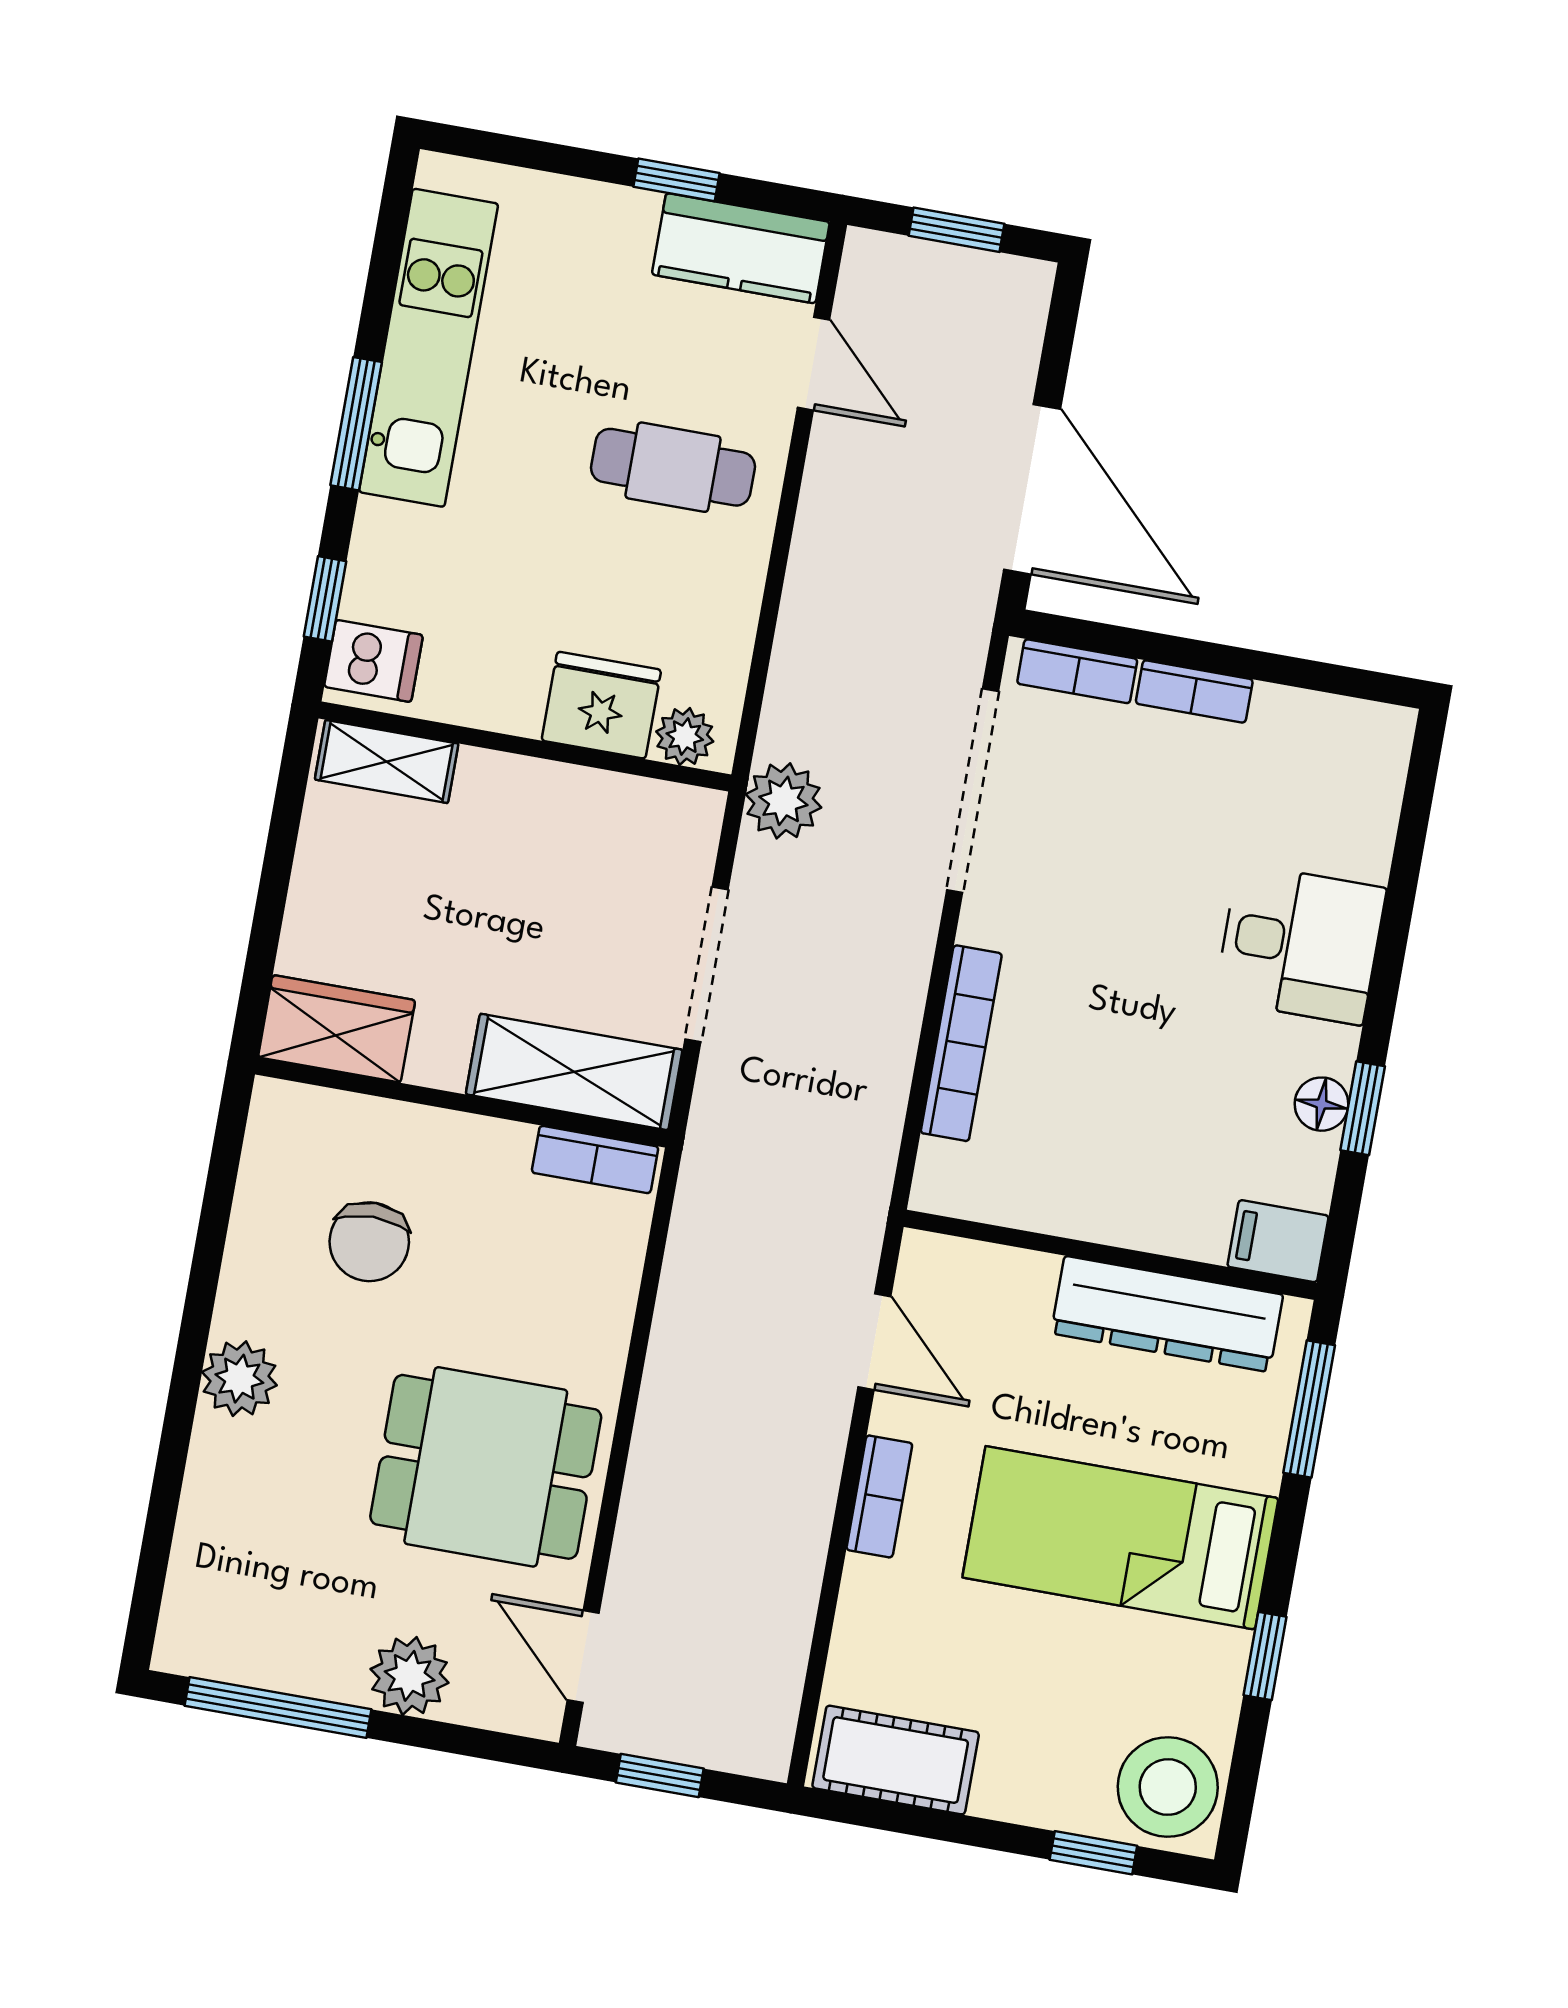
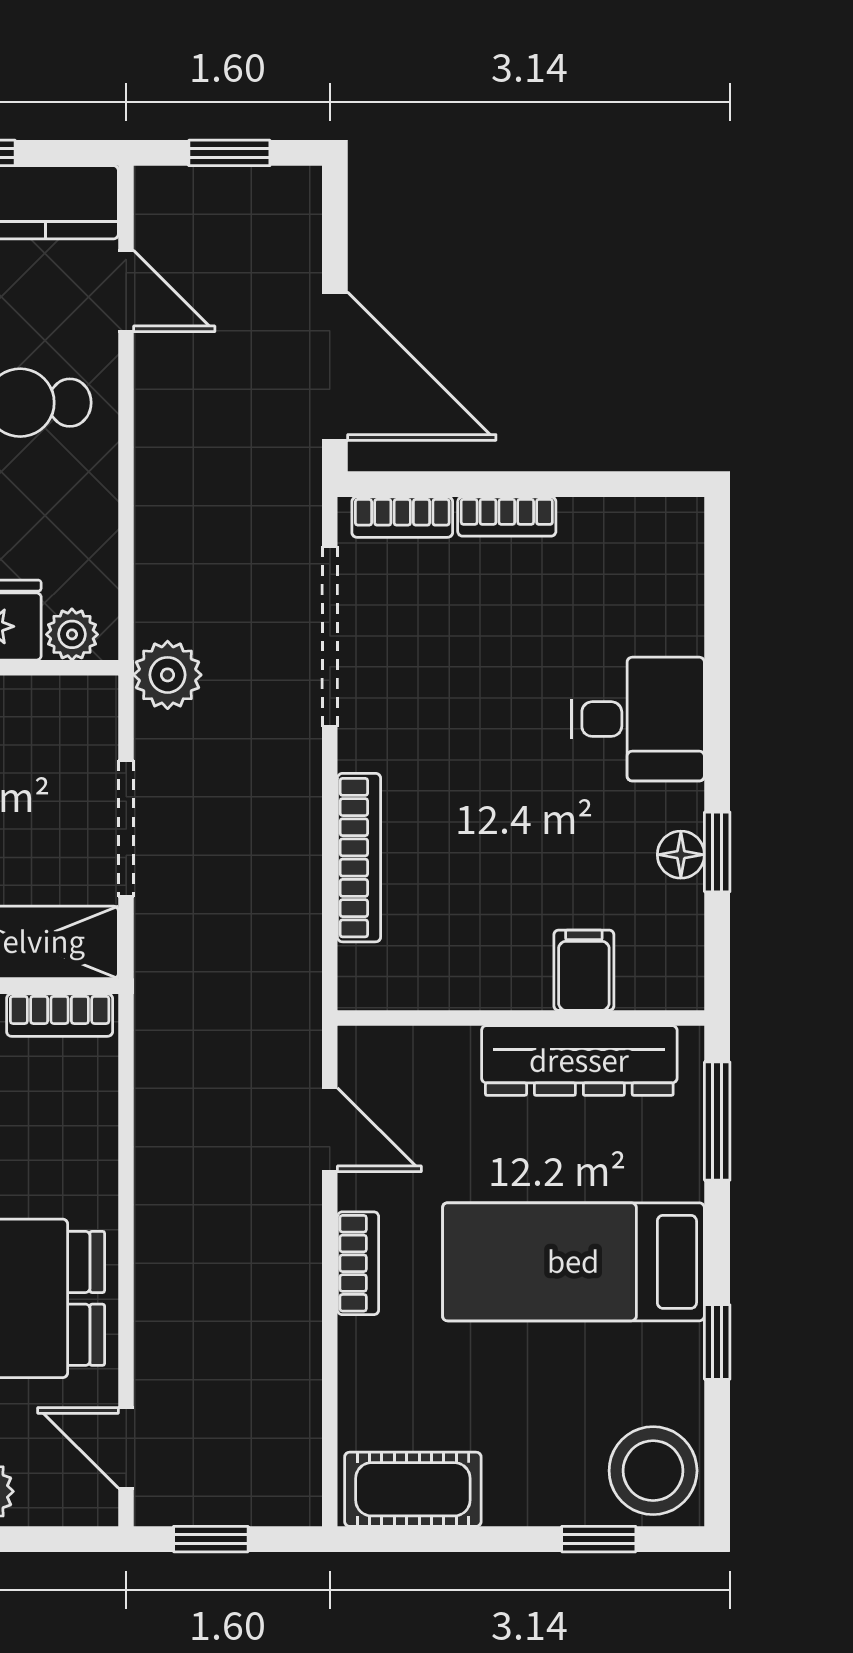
filing cabinet: (1278, 1241) -> (584, 970), moved, turned 90

